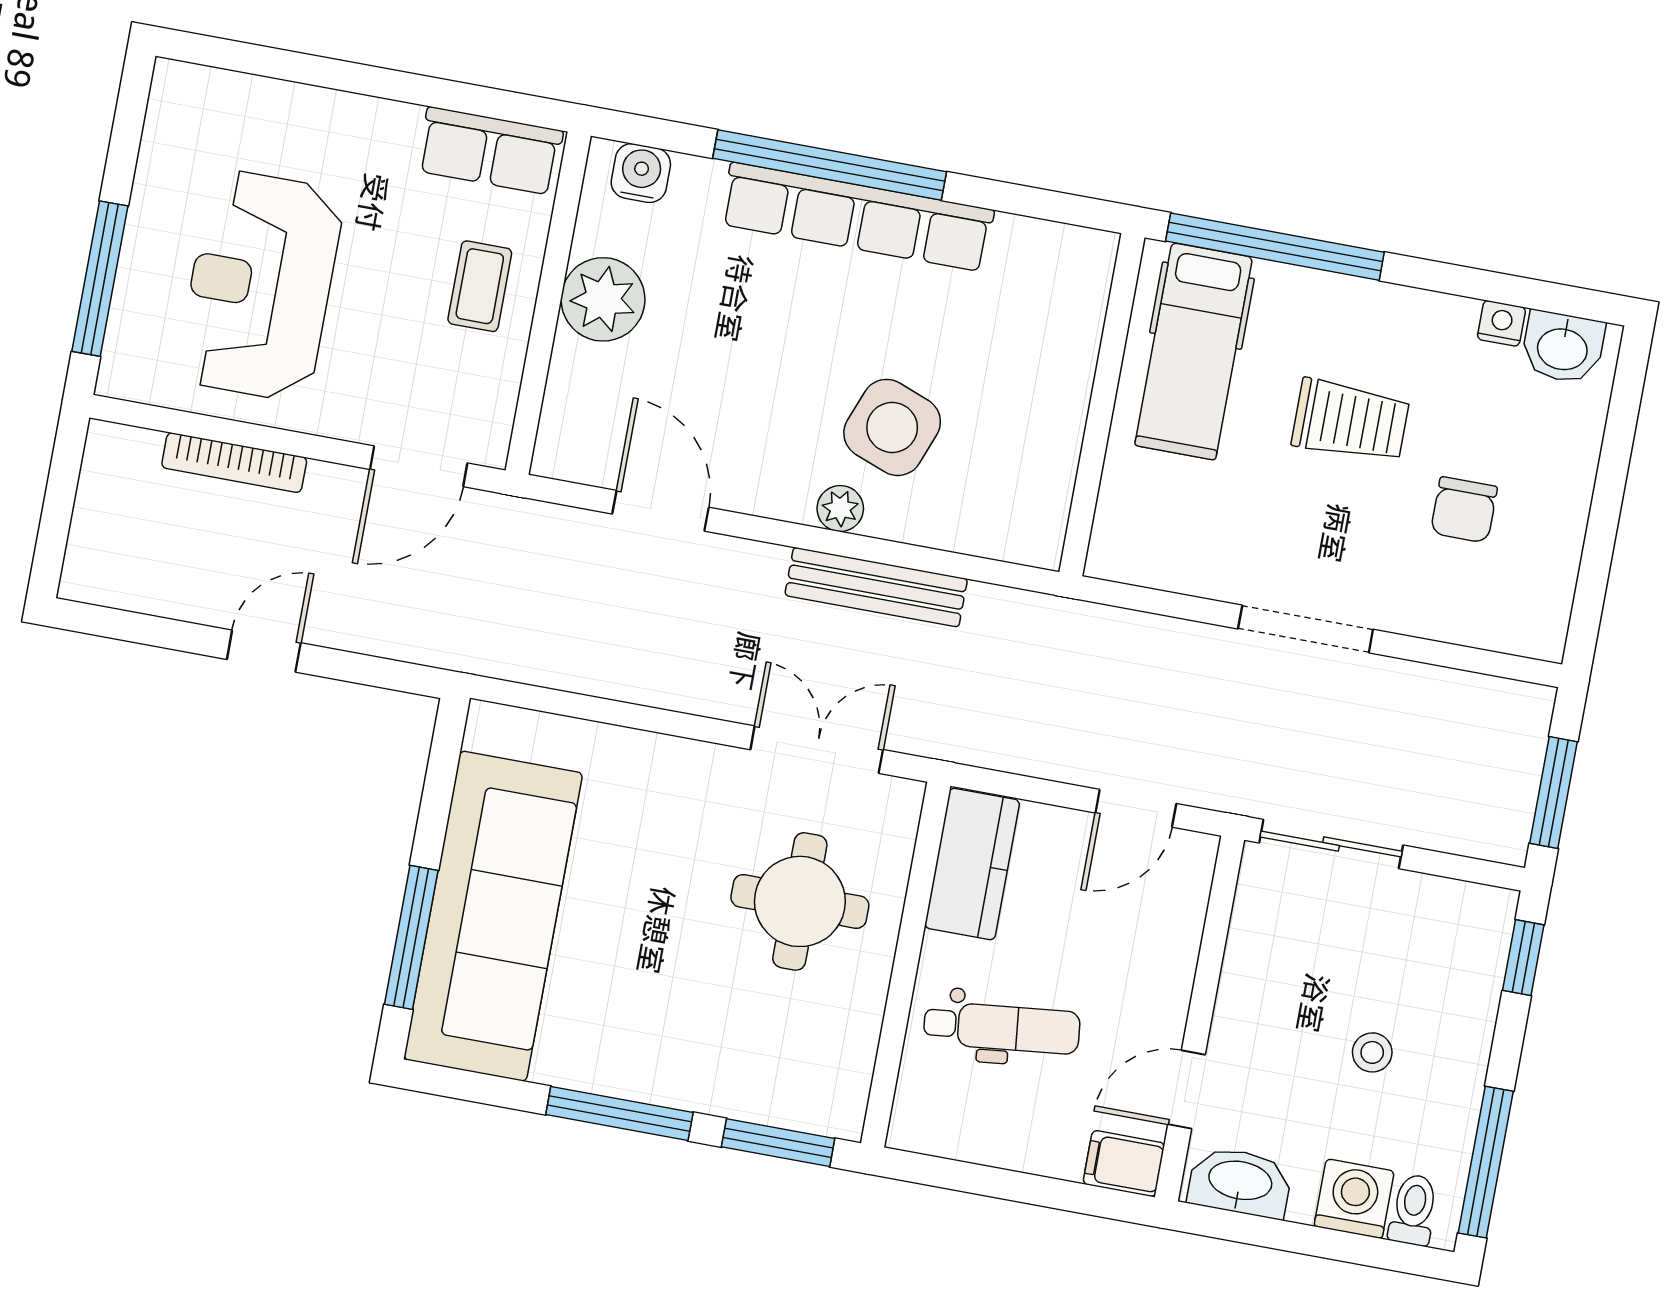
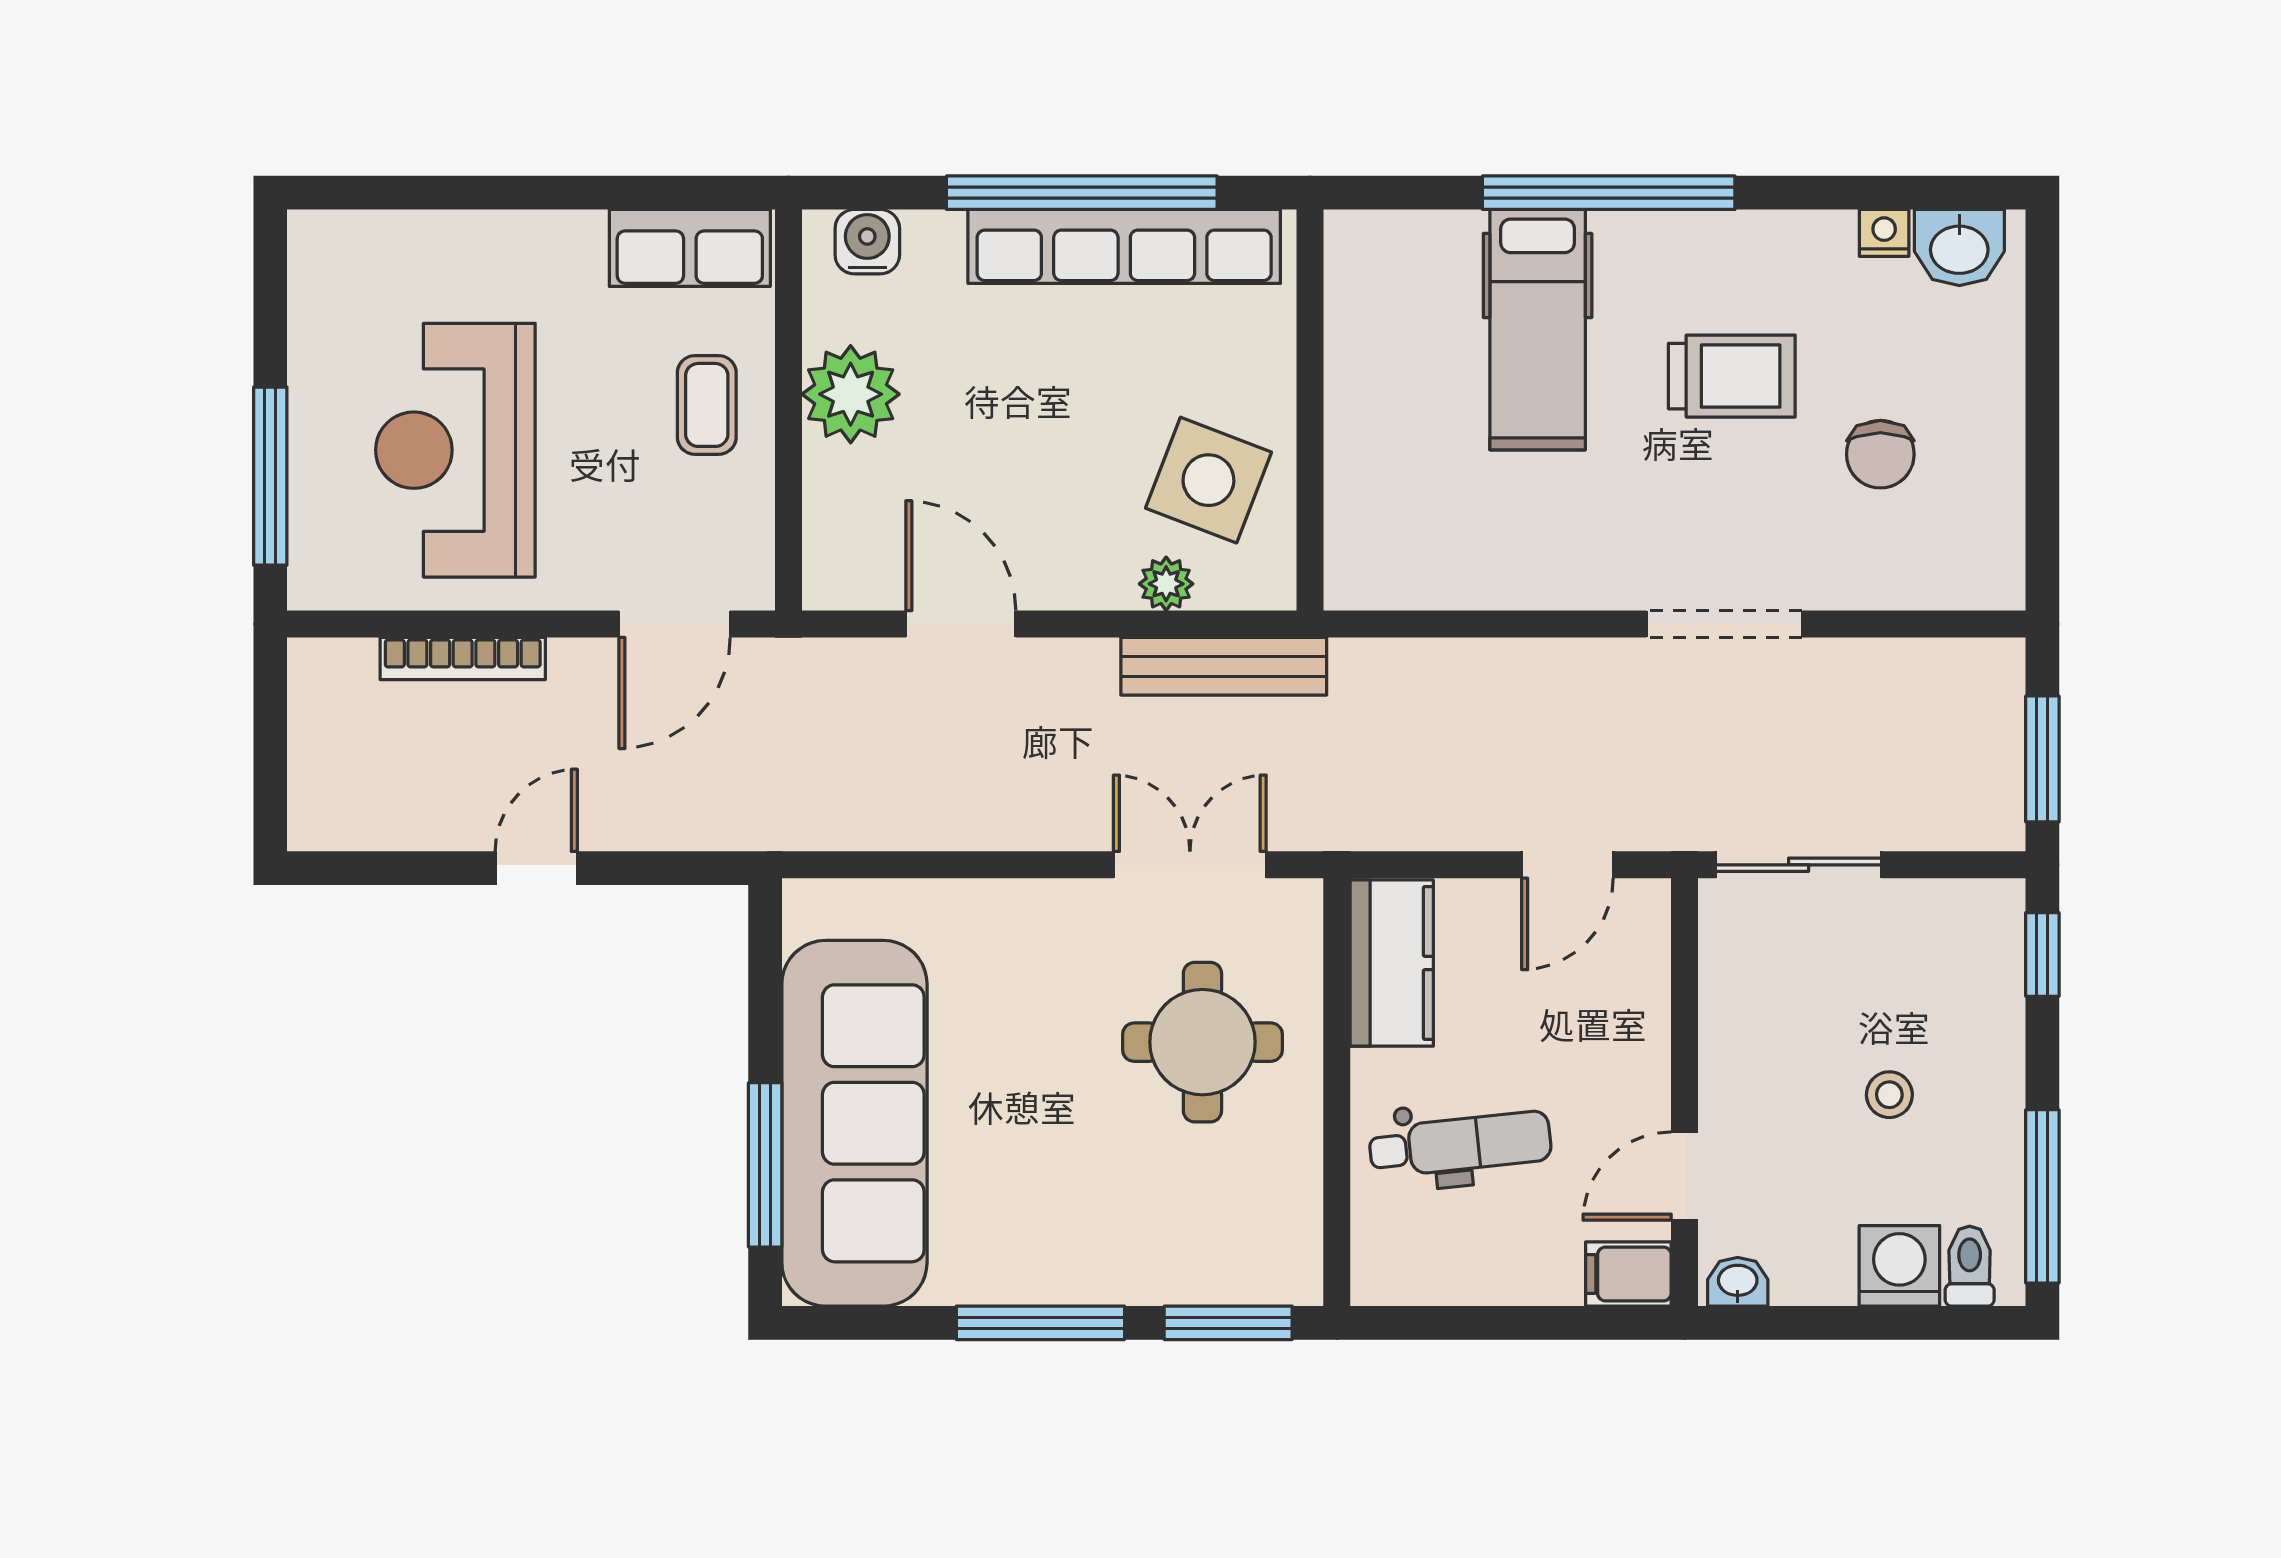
wall: (1102, 405) -> (1310, 410), moved
washbasin: (1240, 1182) -> (1738, 1282), width x0.52, depth x0.69

